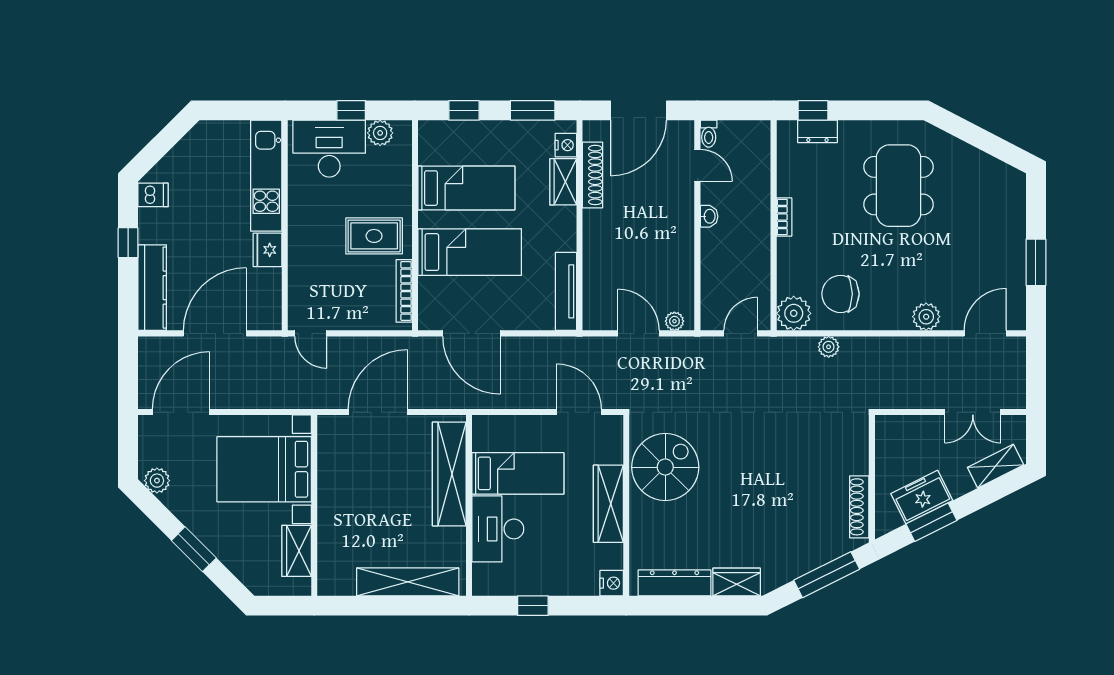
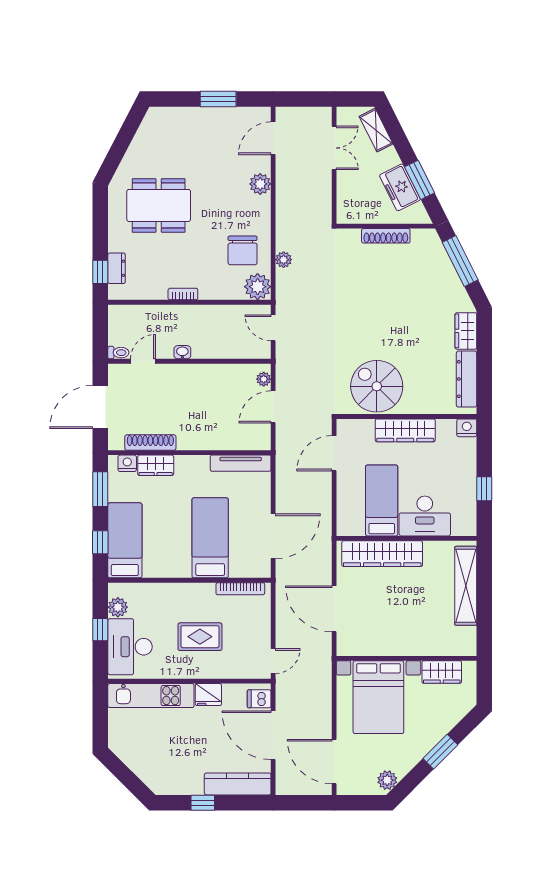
door: (639, 110) -> (100, 407), swing flipped
bed: (466, 188) -> (125, 540), moved
dishwasher: (153, 195) -> (259, 699), moved, turned -90
rug: (374, 236) -> (200, 637), moved, turned 90
door: (985, 333) -> (273, 138), hinge flipped
shoe rack: (859, 507) -> (386, 236), moved

